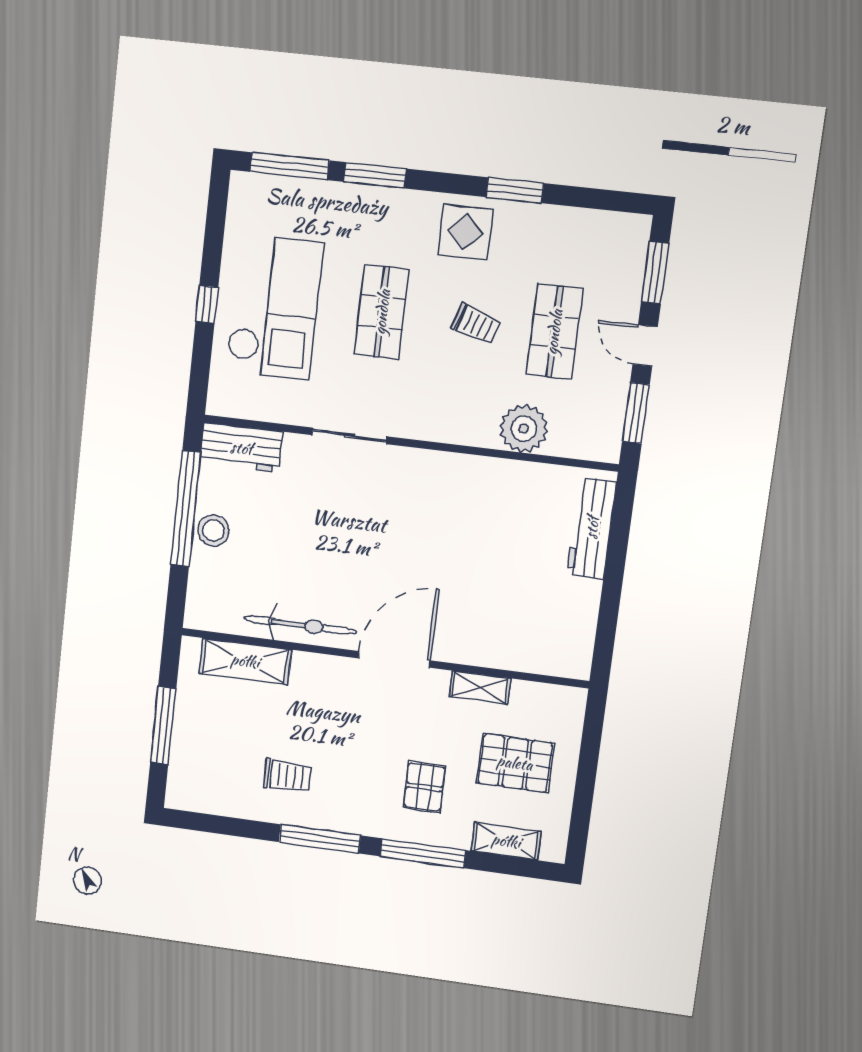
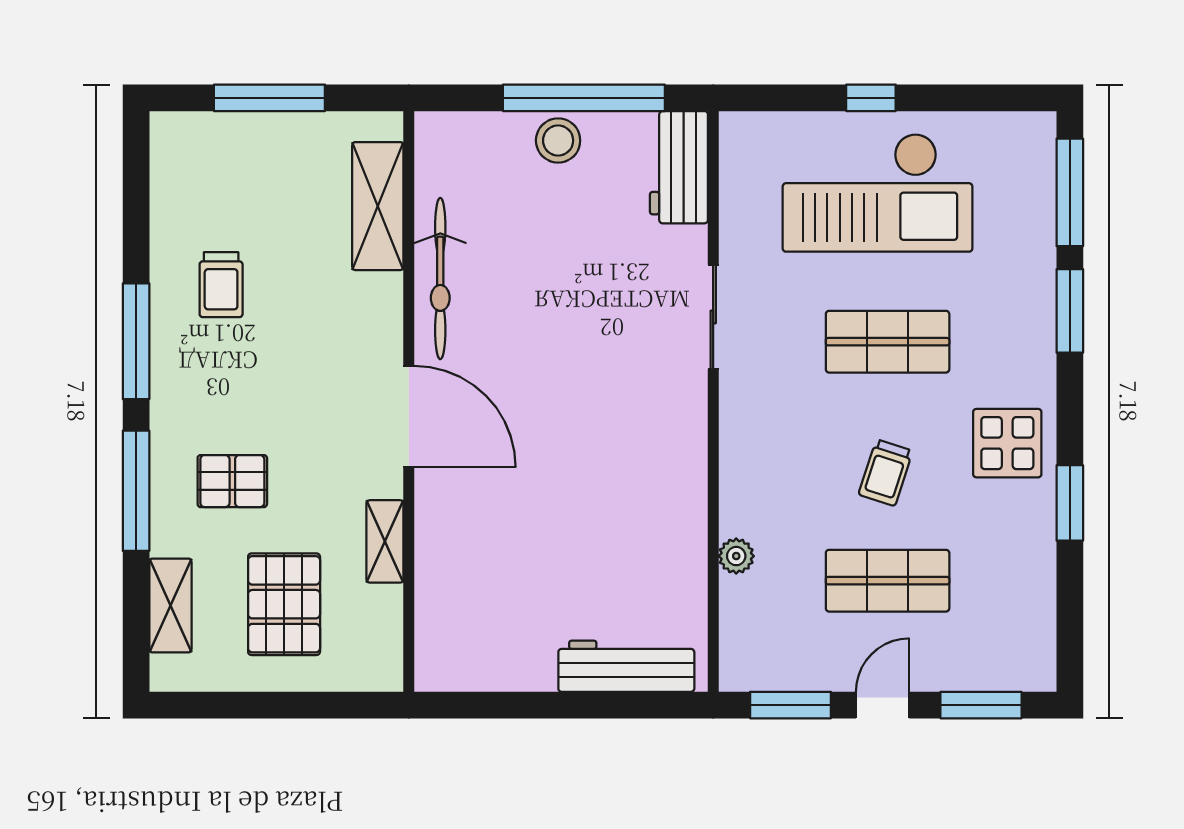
plant: (524, 429) -> (736, 556), width x0.53, depth x0.53

